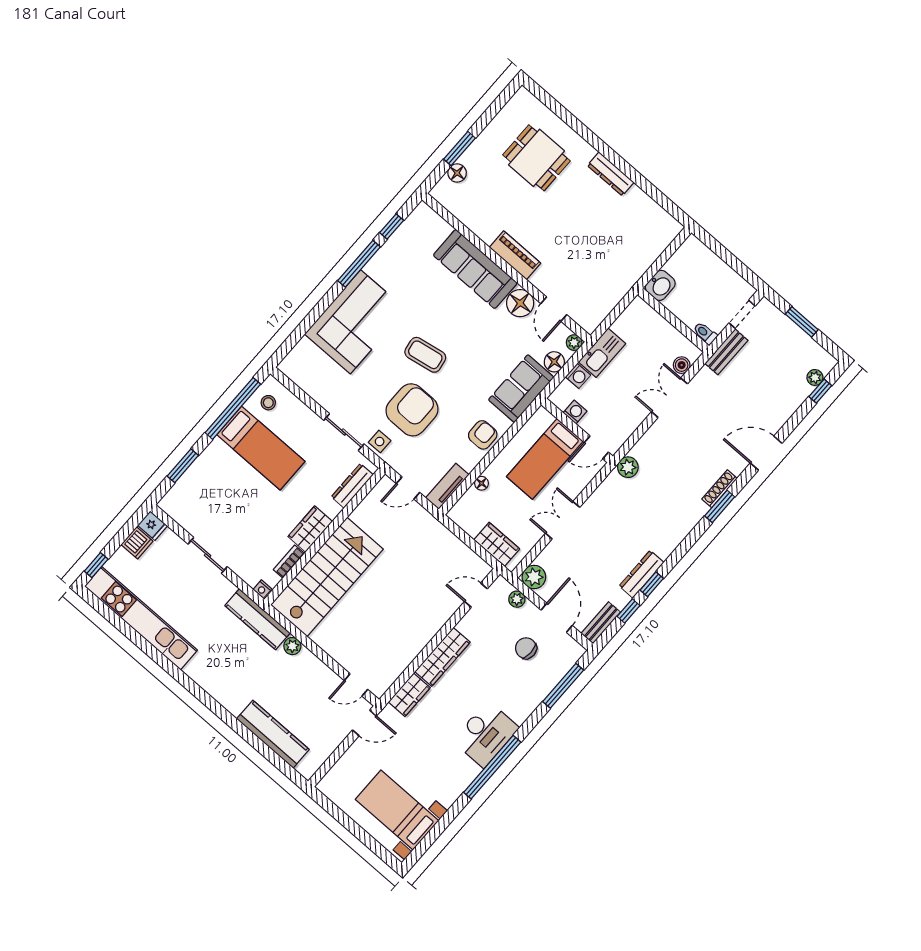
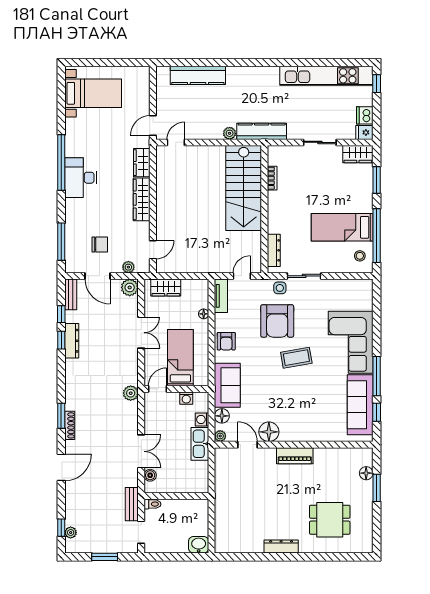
sofa: (475, 269) -> (360, 405), moved, turned -90
washbasin: (660, 285) -> (199, 545), moved, turned 90
wardrobe: (310, 529) -> (358, 154), moved, turned 90
nightstand: (262, 589) -> (273, 150), removed

